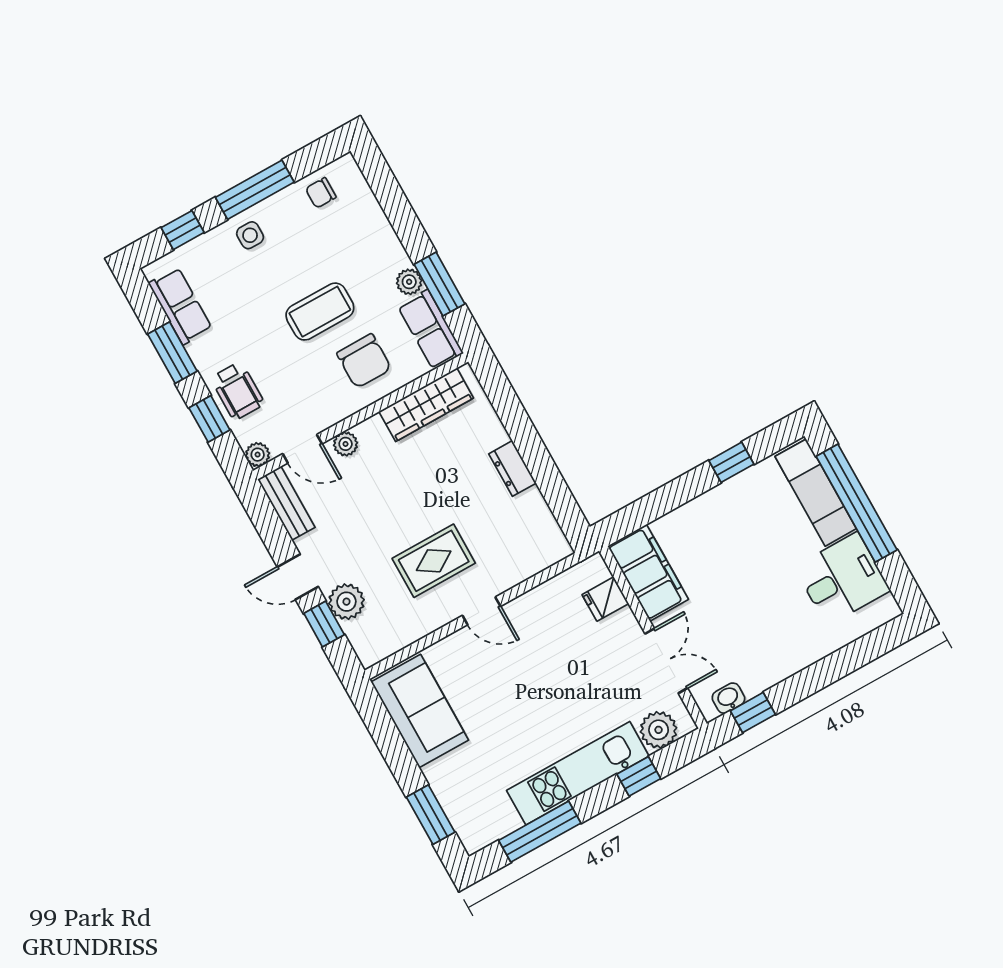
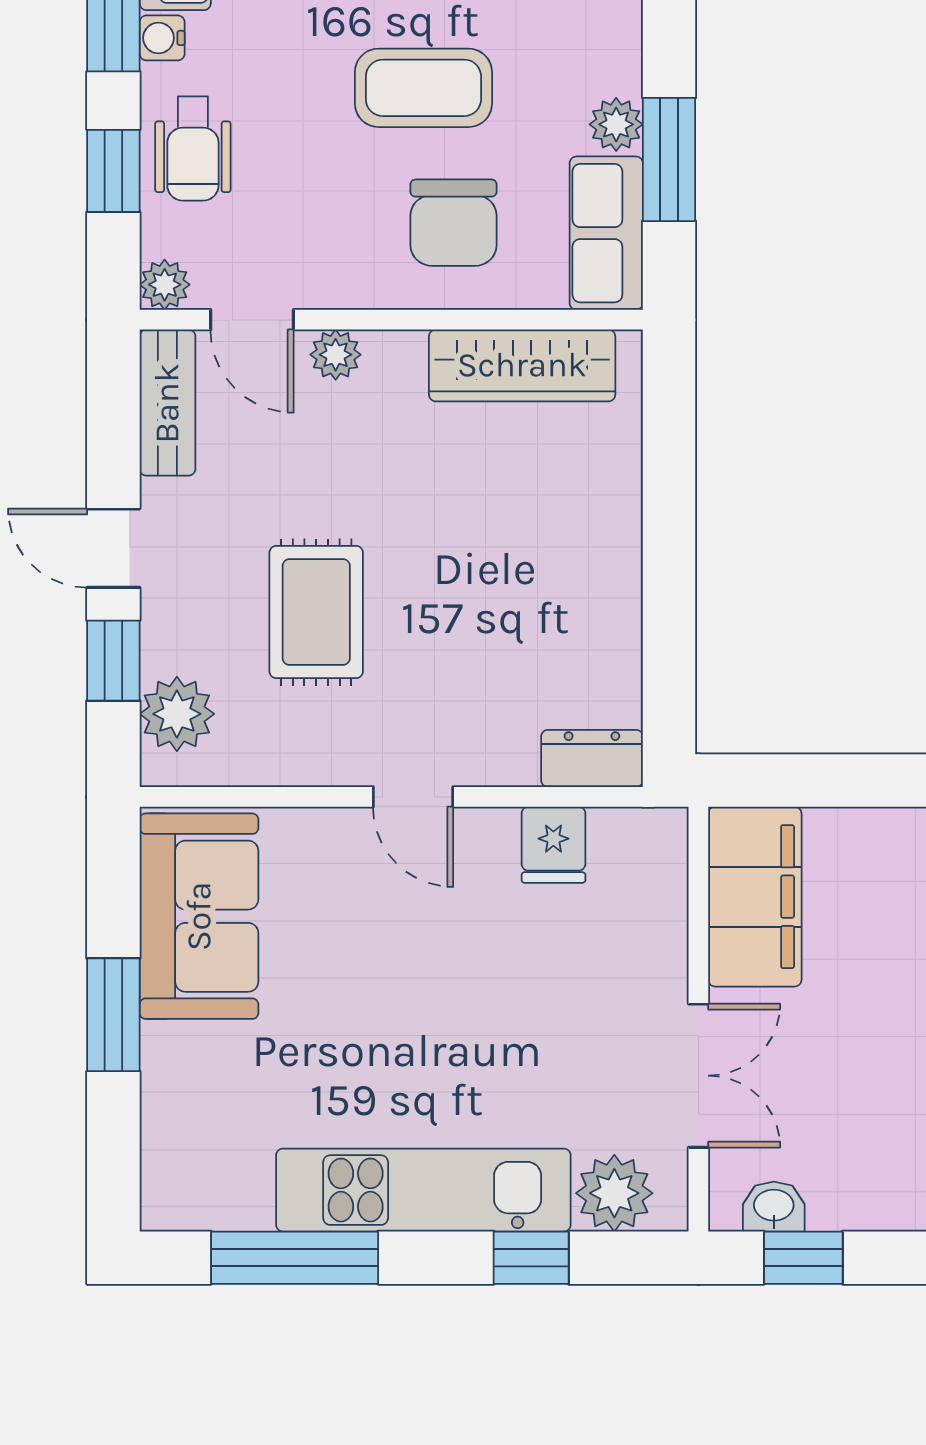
water cooler: (199, 352) -> (162, 38), added
dresser: (512, 468) -> (592, 758), moved, turned 90
rug: (434, 561) -> (316, 612), moved, turned 90
fridge: (605, 599) -> (553, 845), moved, turned -90
plant: (346, 602) -> (177, 714), moved
window: (431, 815) -> (113, 1015), moved

